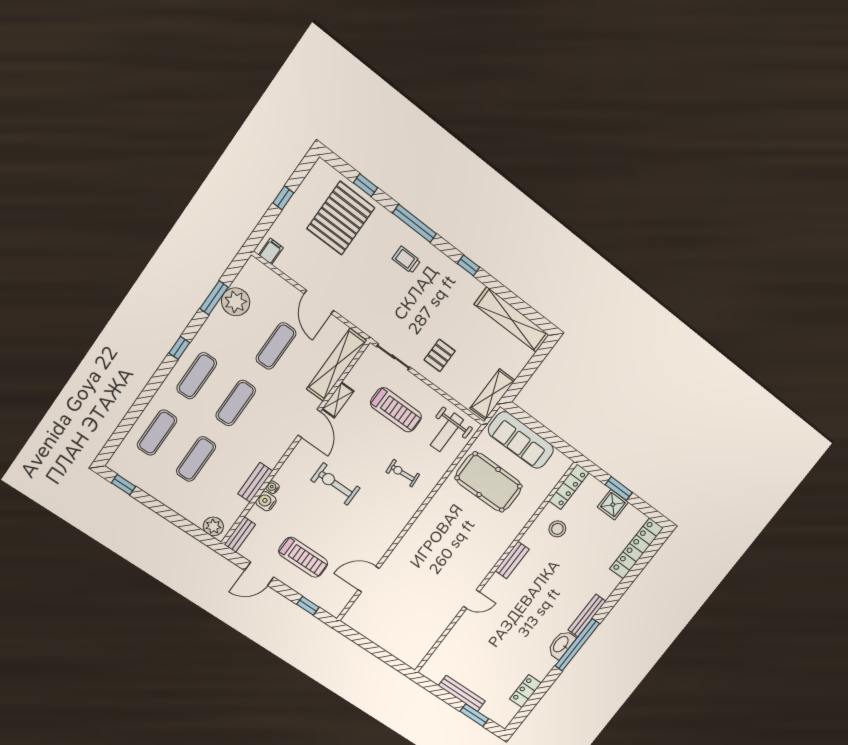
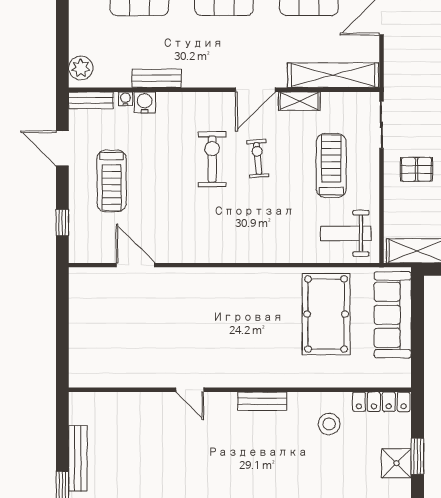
treadmill: (396, 410) -> (331, 166), turned 180
exercise bike: (403, 473) -> (258, 158), moved
water cooler: (273, 487) -> (125, 99), moved

